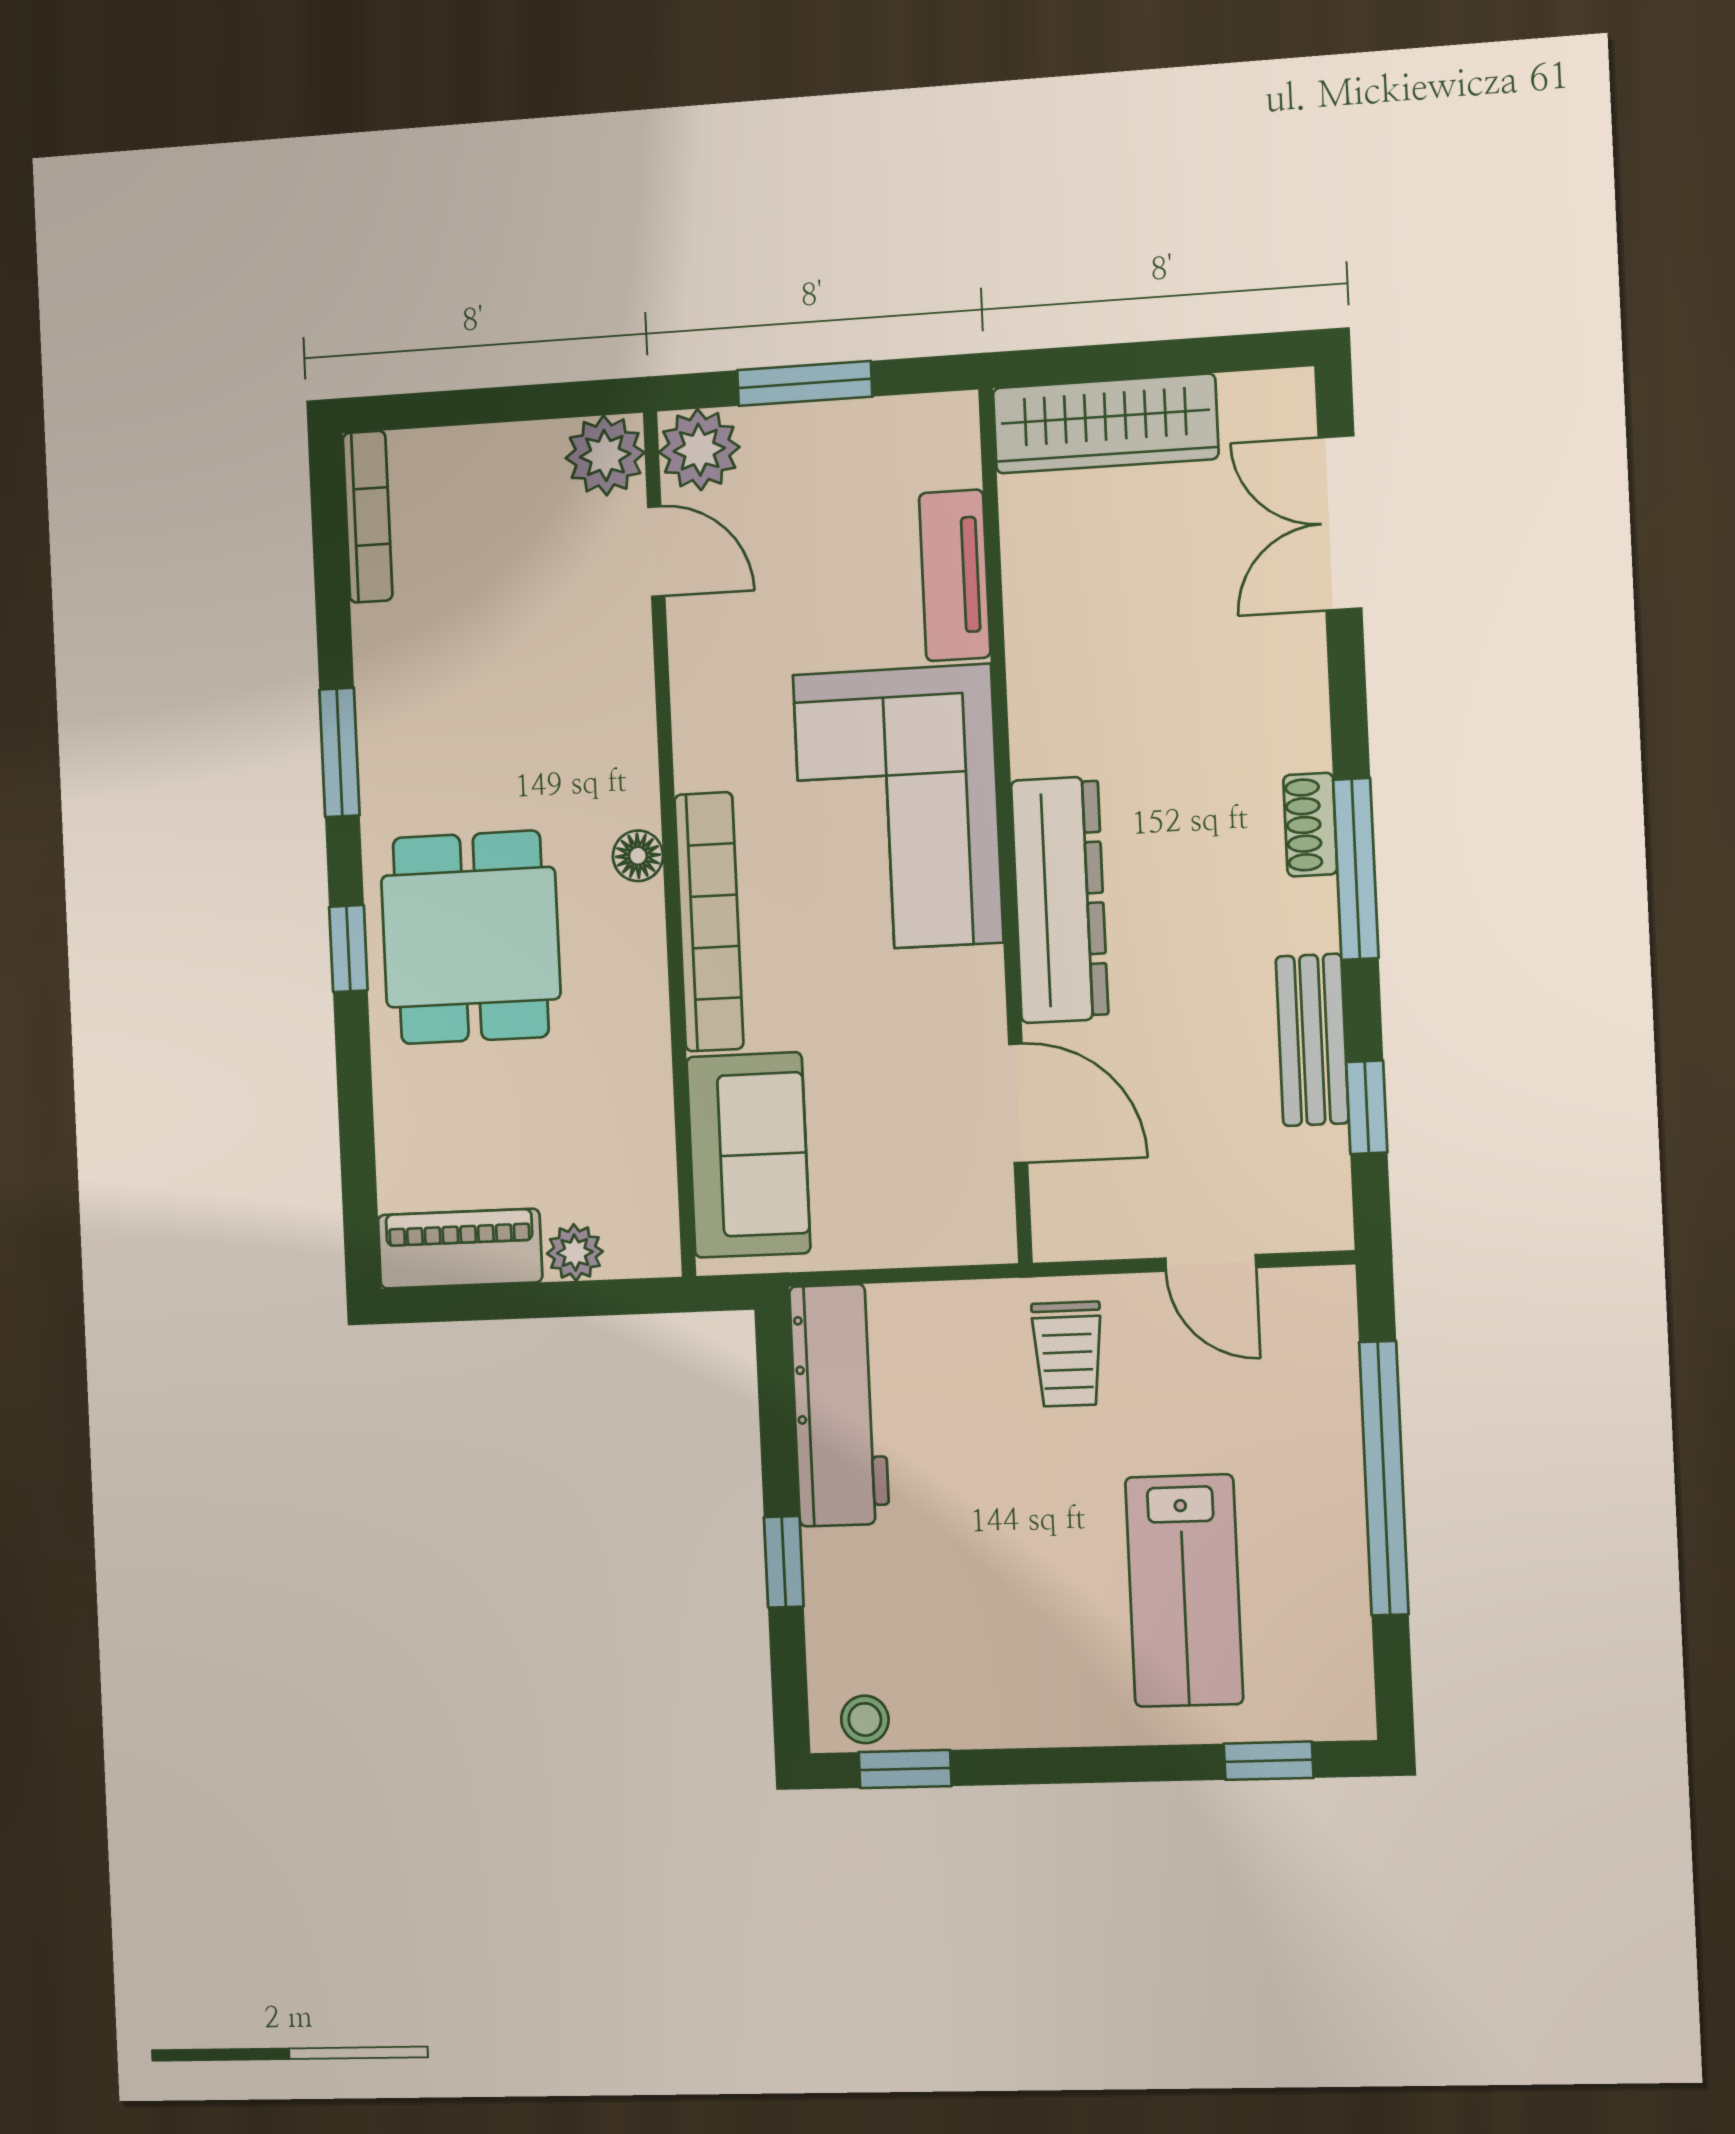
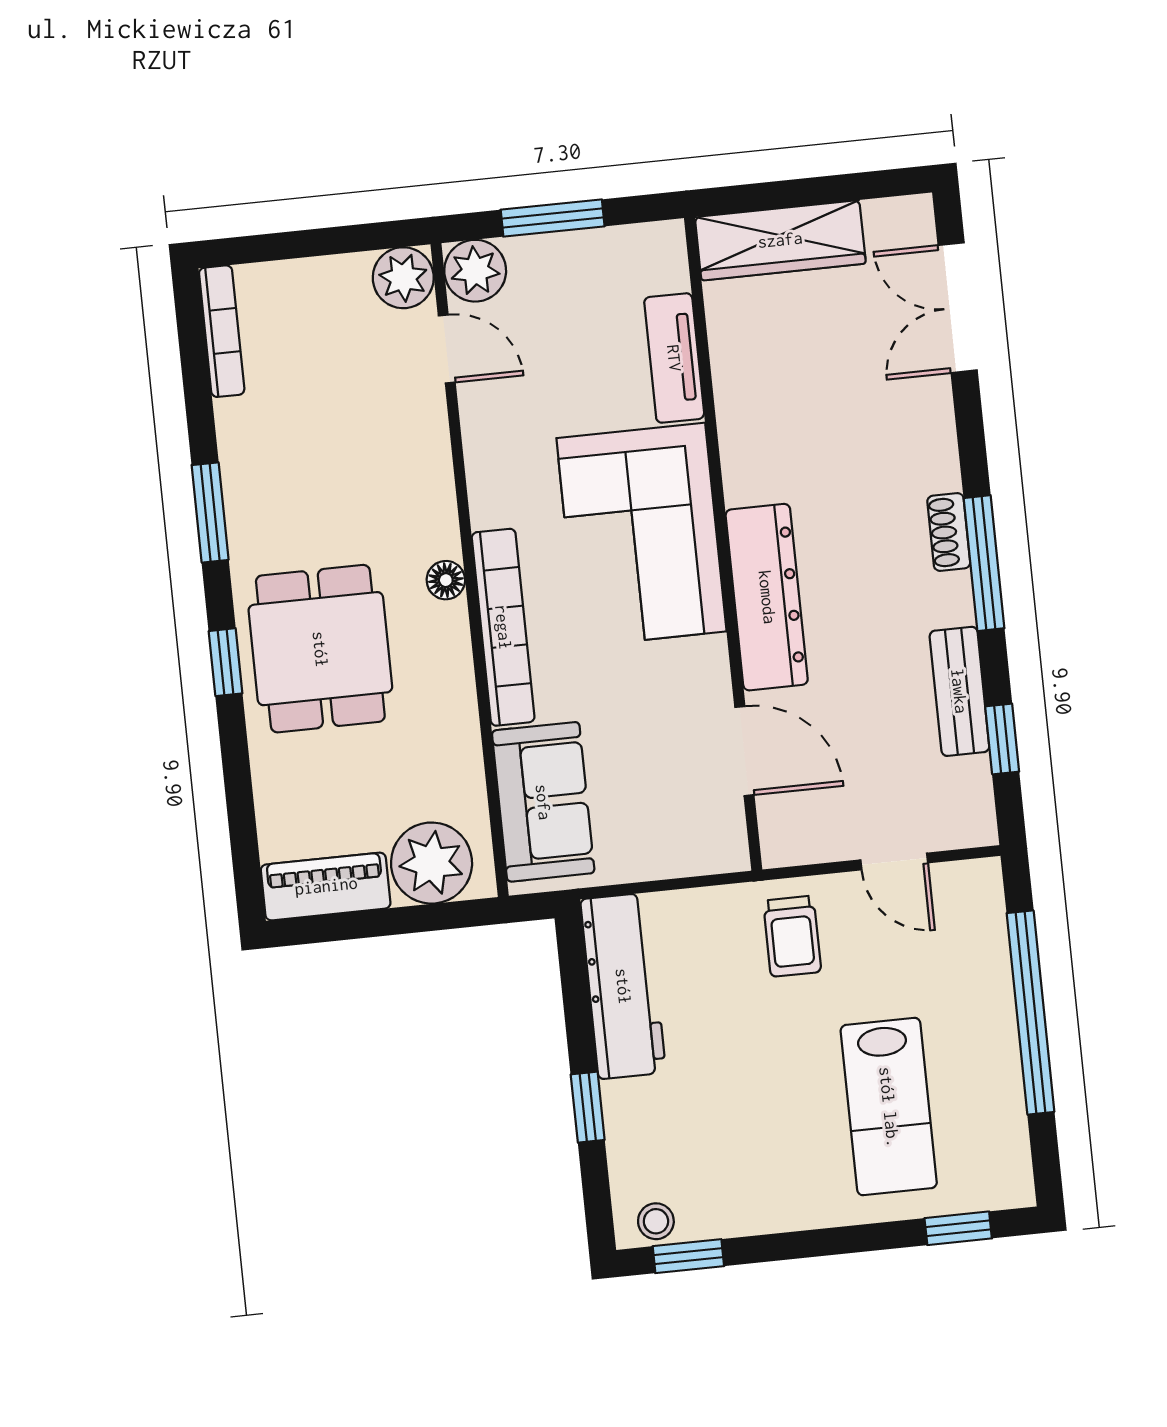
plant: (575, 1252) -> (432, 863), width x1.88, depth x1.88

